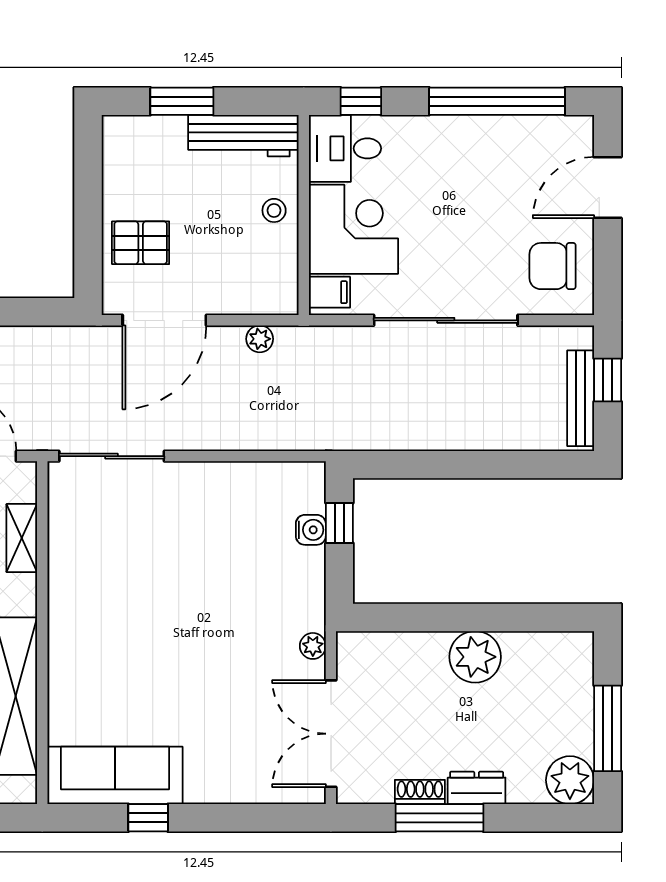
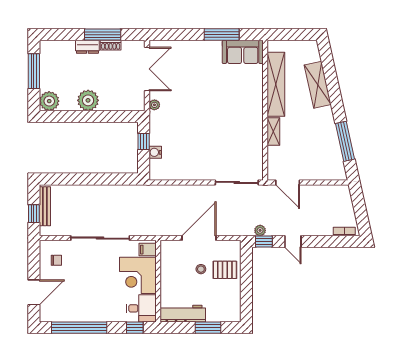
stool: (274, 210) -> (201, 269), moved
chair: (553, 266) -> (56, 260), width x0.54, depth x0.54
window: (45, 312) -> (264, 242), added
door: (164, 320) -> (199, 238), moved
plant: (260, 339) -> (260, 230), moved
window: (339, 523) -> (144, 141), moved
shelving: (22, 538) -> (273, 132), moved
sofa: (115, 775) -> (243, 52), width x0.73
plant: (570, 780) -> (49, 101), moved
window: (148, 818) -> (222, 35), width x2.17

